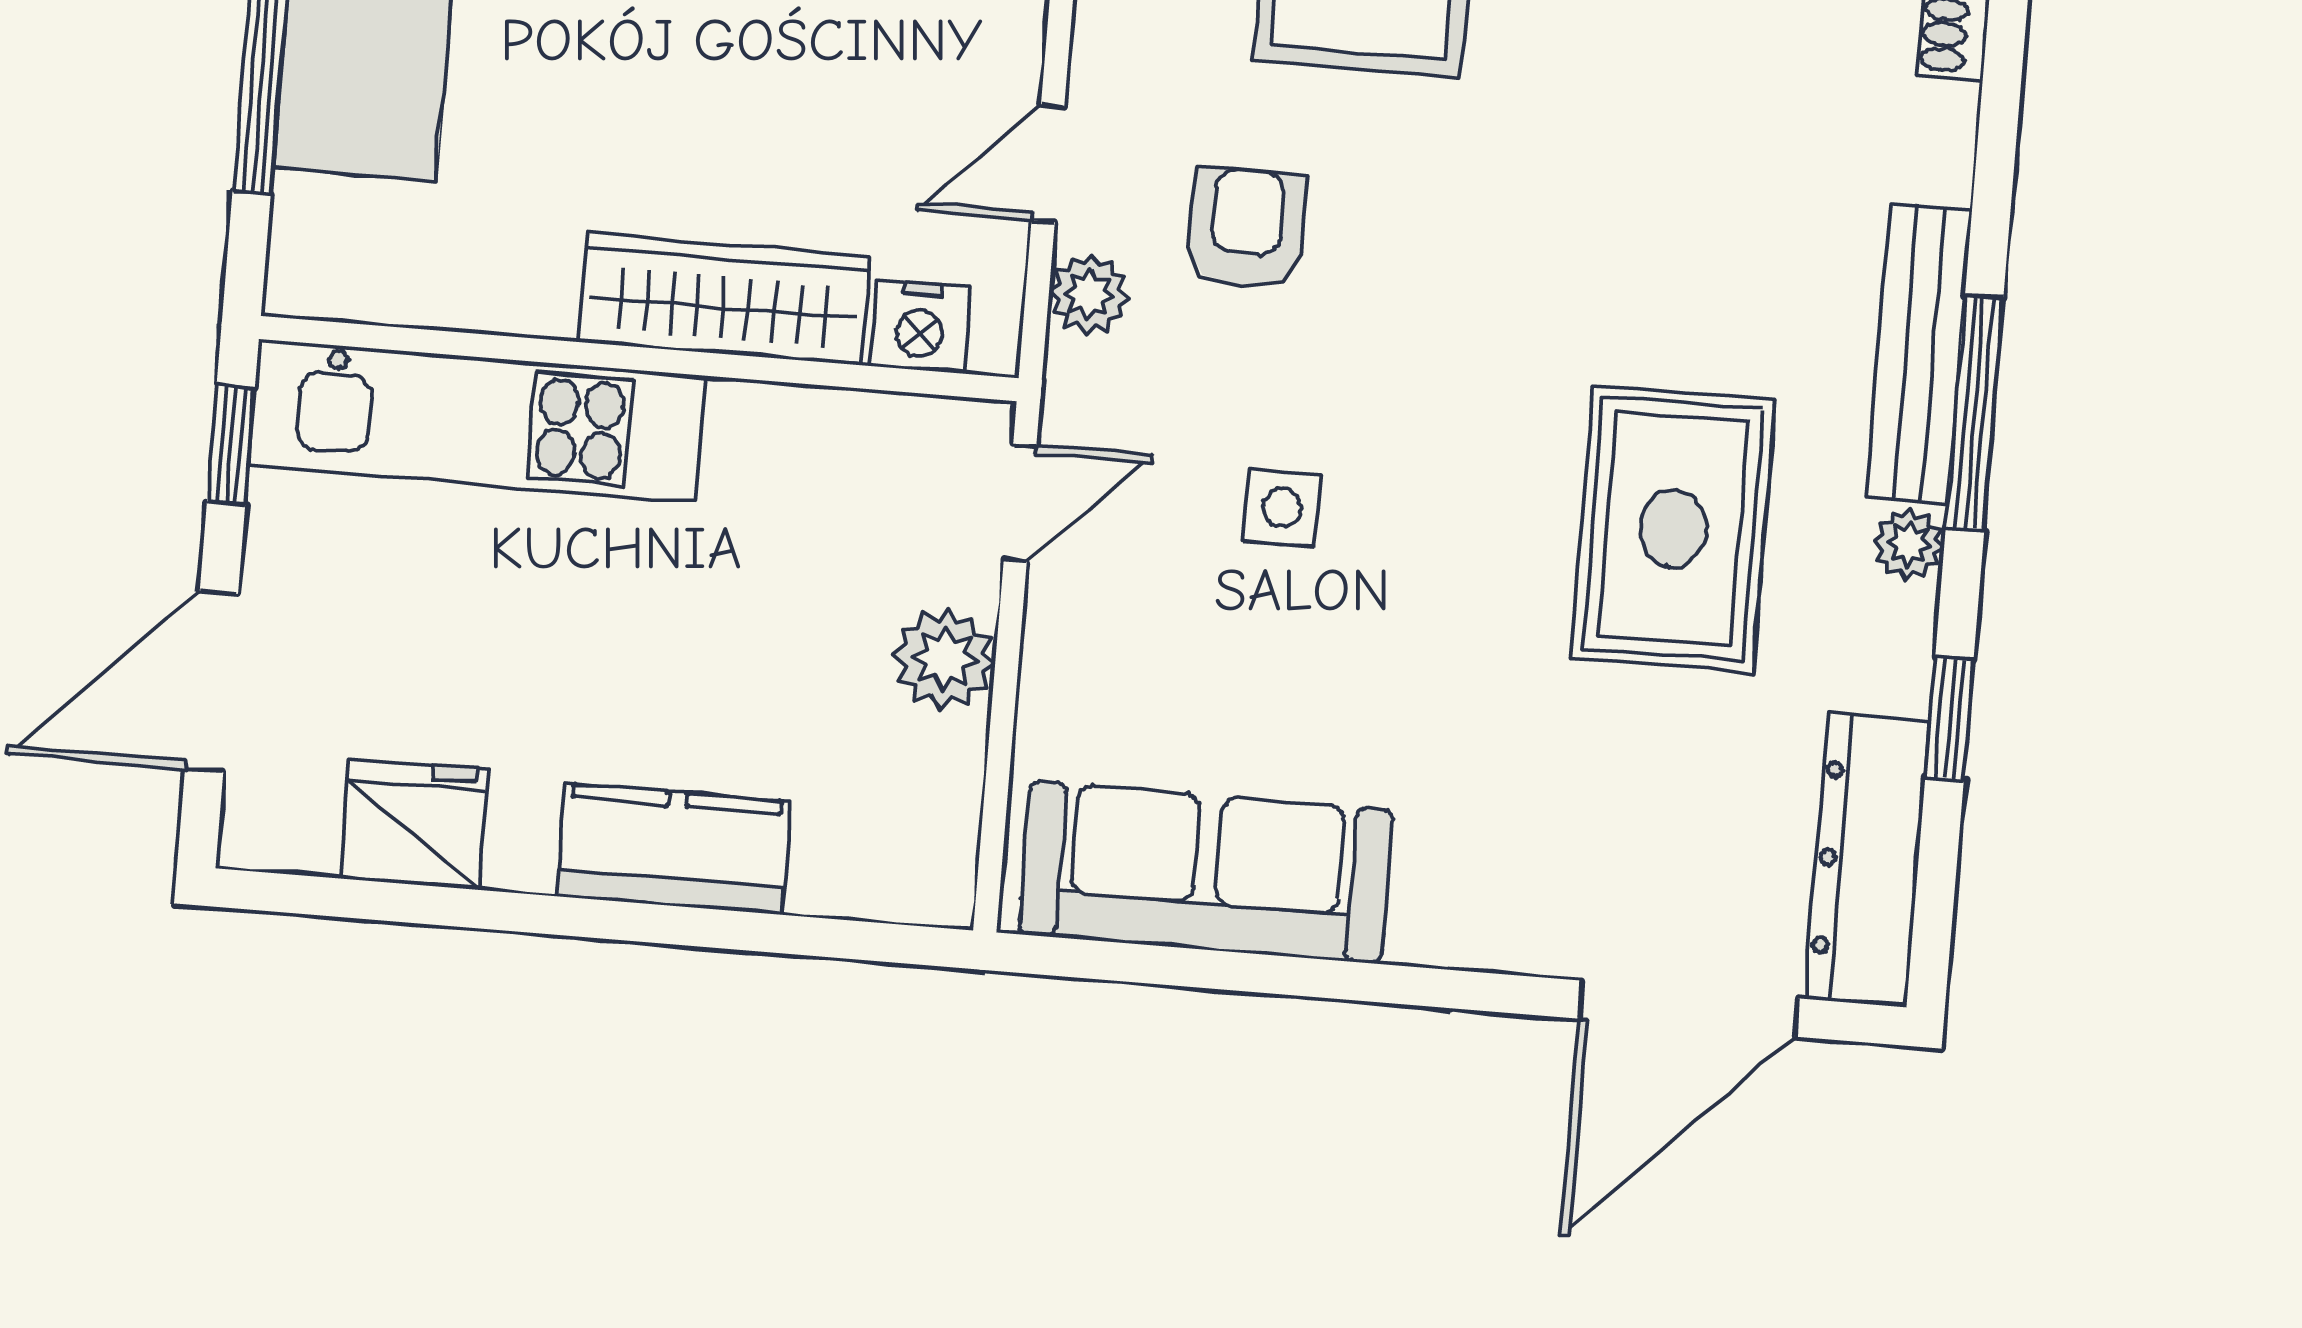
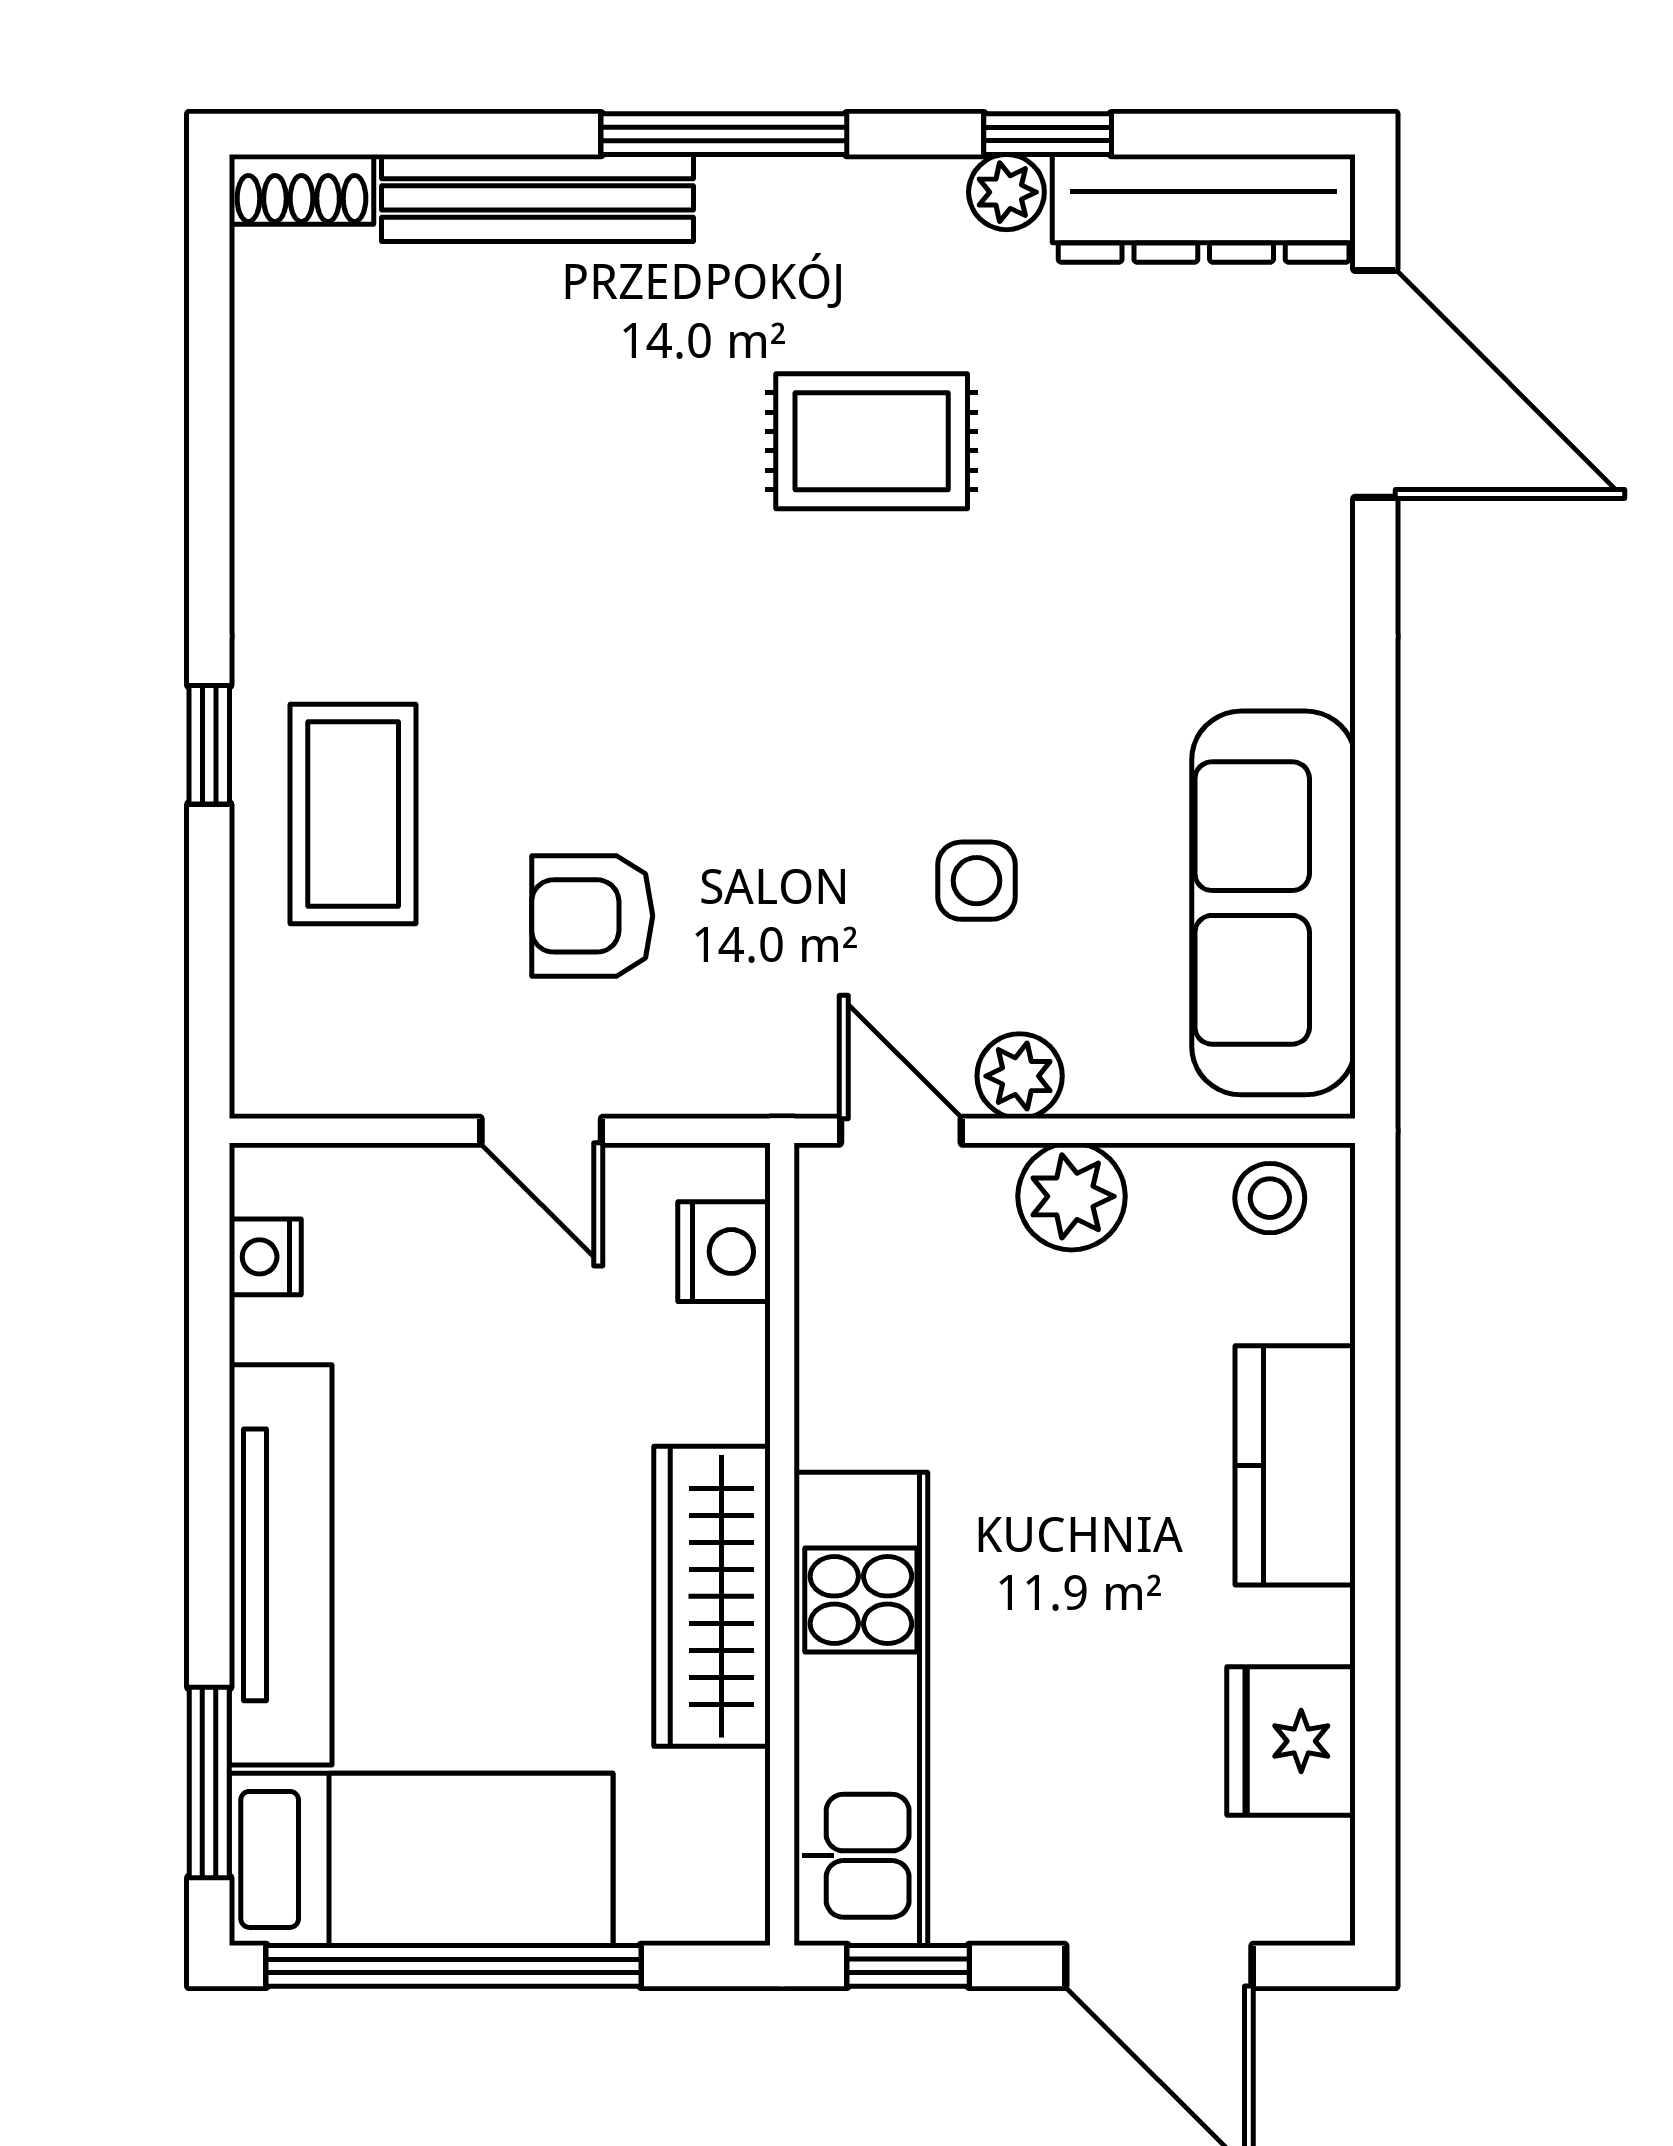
plant: (1089, 295) -> (1020, 1076), moved
wardrobe: (724, 299) -> (712, 1596), moved
bench: (1919, 353) -> (538, 198), moved
side table: (1282, 508) -> (976, 881), moved
rug: (1673, 529) -> (872, 441), width x0.73, depth x0.70
plant: (1909, 544) -> (1006, 192), moved
stool: (928, 846) -> (1270, 1198), added

